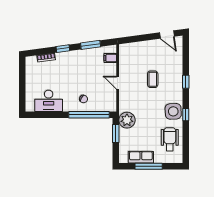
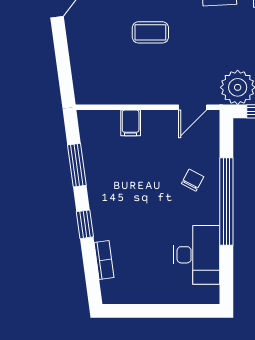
filing cabinet: (110, 58) -> (131, 123), moved
door: (118, 83) -> (193, 107), moved
window: (89, 115) -> (226, 202), moved

